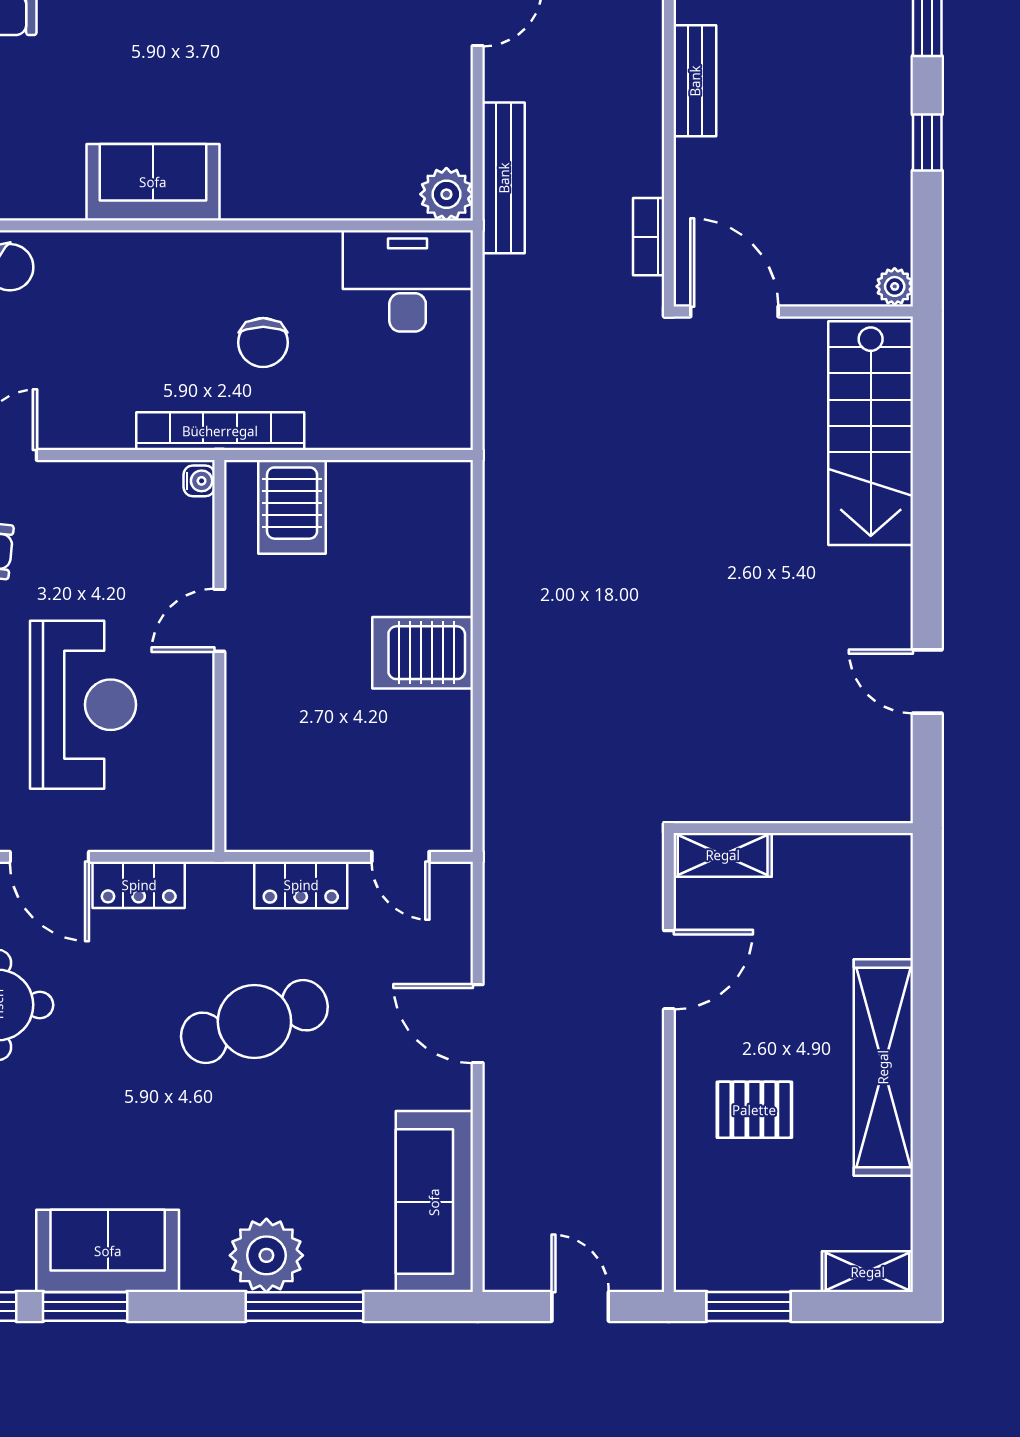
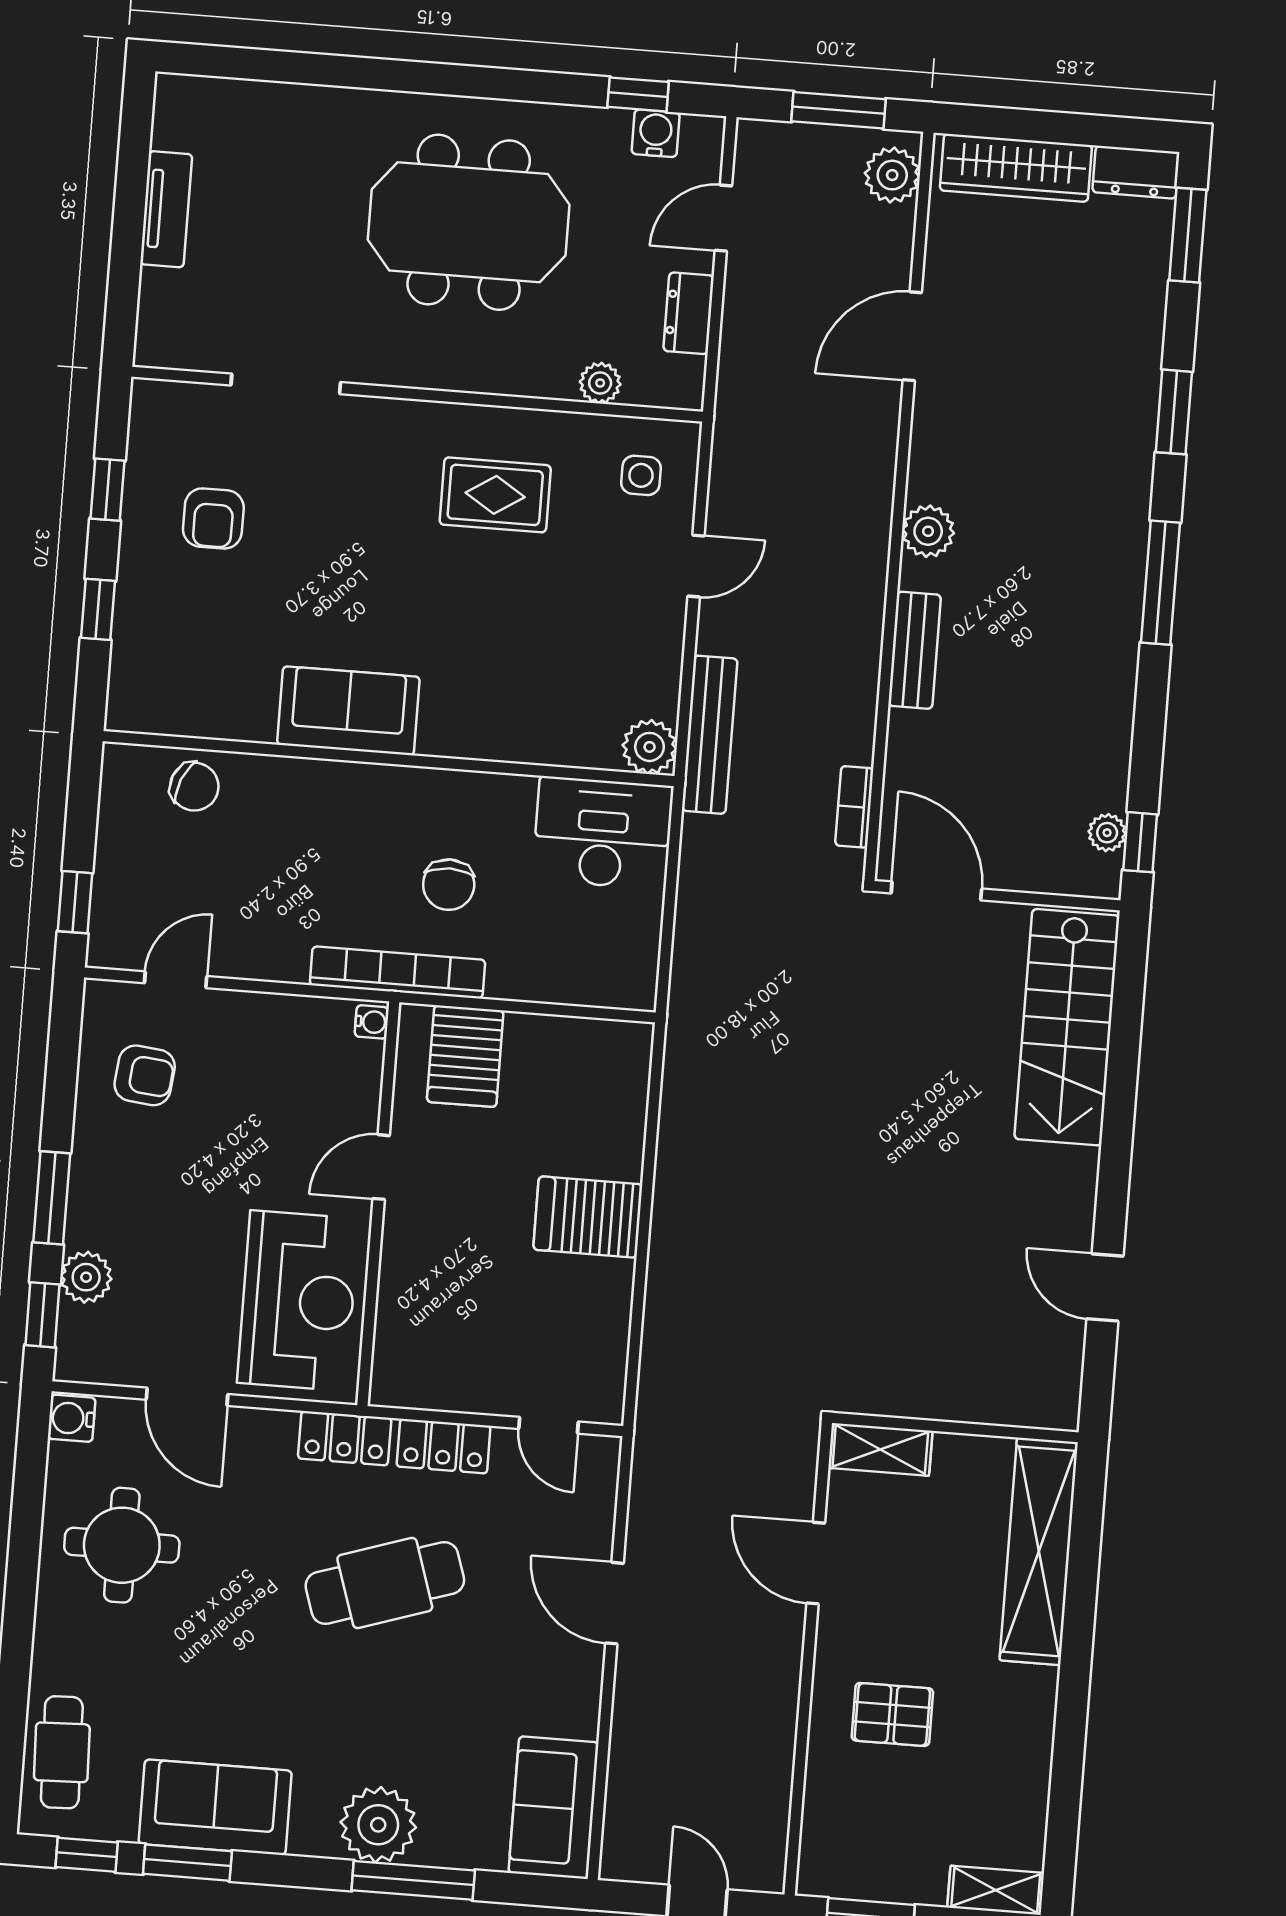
window: (927, 142) -> (1140, 842), moved
plant: (895, 286) -> (1107, 833), moved
reception desk: (83, 705) -> (298, 1301), moved
locker: (139, 885) -> (345, 1438), moved
door: (669, 970) -> (816, 1563), swing flipped
shelving: (883, 1067) -> (1039, 1551), moved
sofa: (434, 1202) -> (553, 1808), width x0.73

